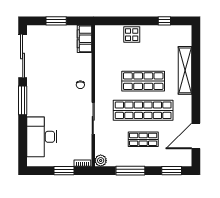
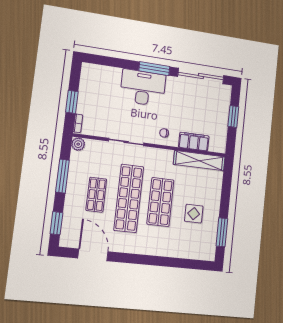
window: (164, 21) -> (222, 232), width x2.17
display table: (132, 35) -> (194, 214), moved
filing cabinet: (85, 39) -> (194, 142), moved
shelving: (185, 70) -> (199, 161), moved
desk: (42, 137) -> (143, 88), moved

